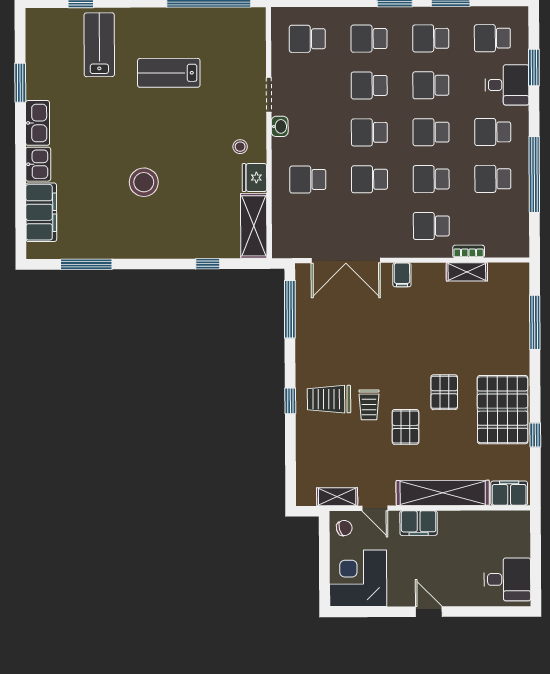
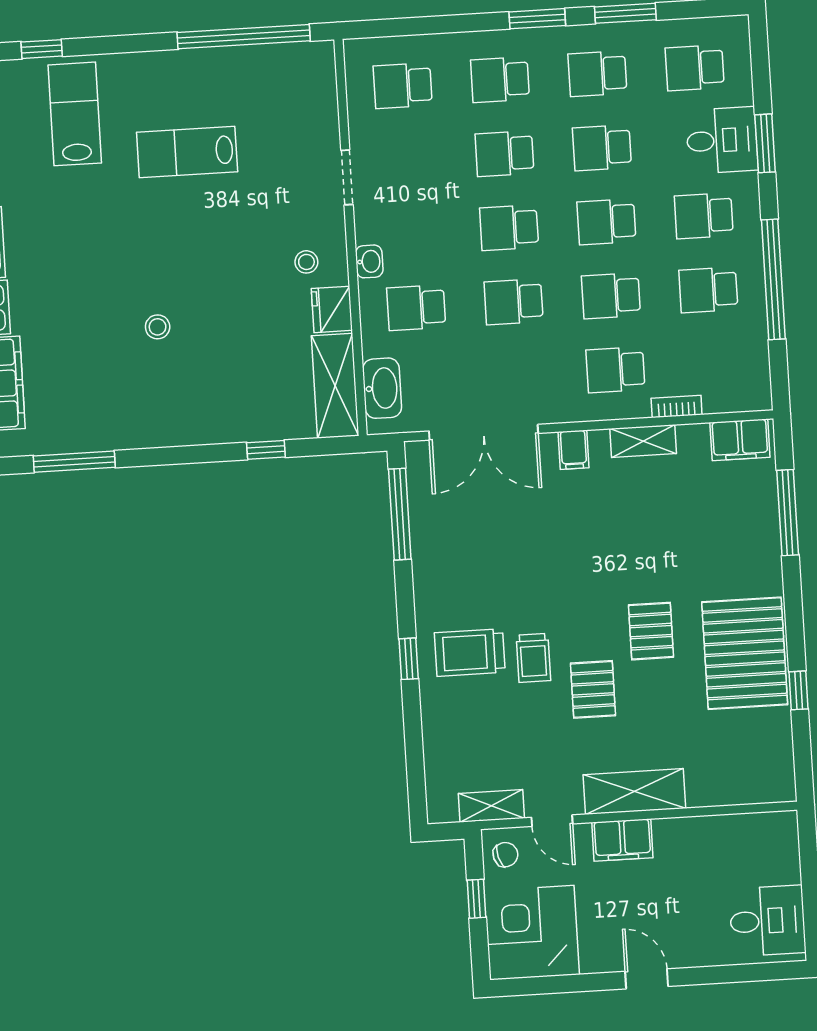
window: (534, 67) -> (765, 143), moved
washbasin: (280, 126) -> (369, 261), moved
stool: (144, 182) -> (158, 327), width x0.53, depth x0.53
washbasin: (283, 229) -> (382, 388), added
shelving: (467, 272) -> (643, 441), moved
shelving: (443, 493) -> (634, 792), width x0.68
filing cabinet: (509, 493) -> (740, 440), moved, turned 180
window: (324, 555) -> (477, 899), added

